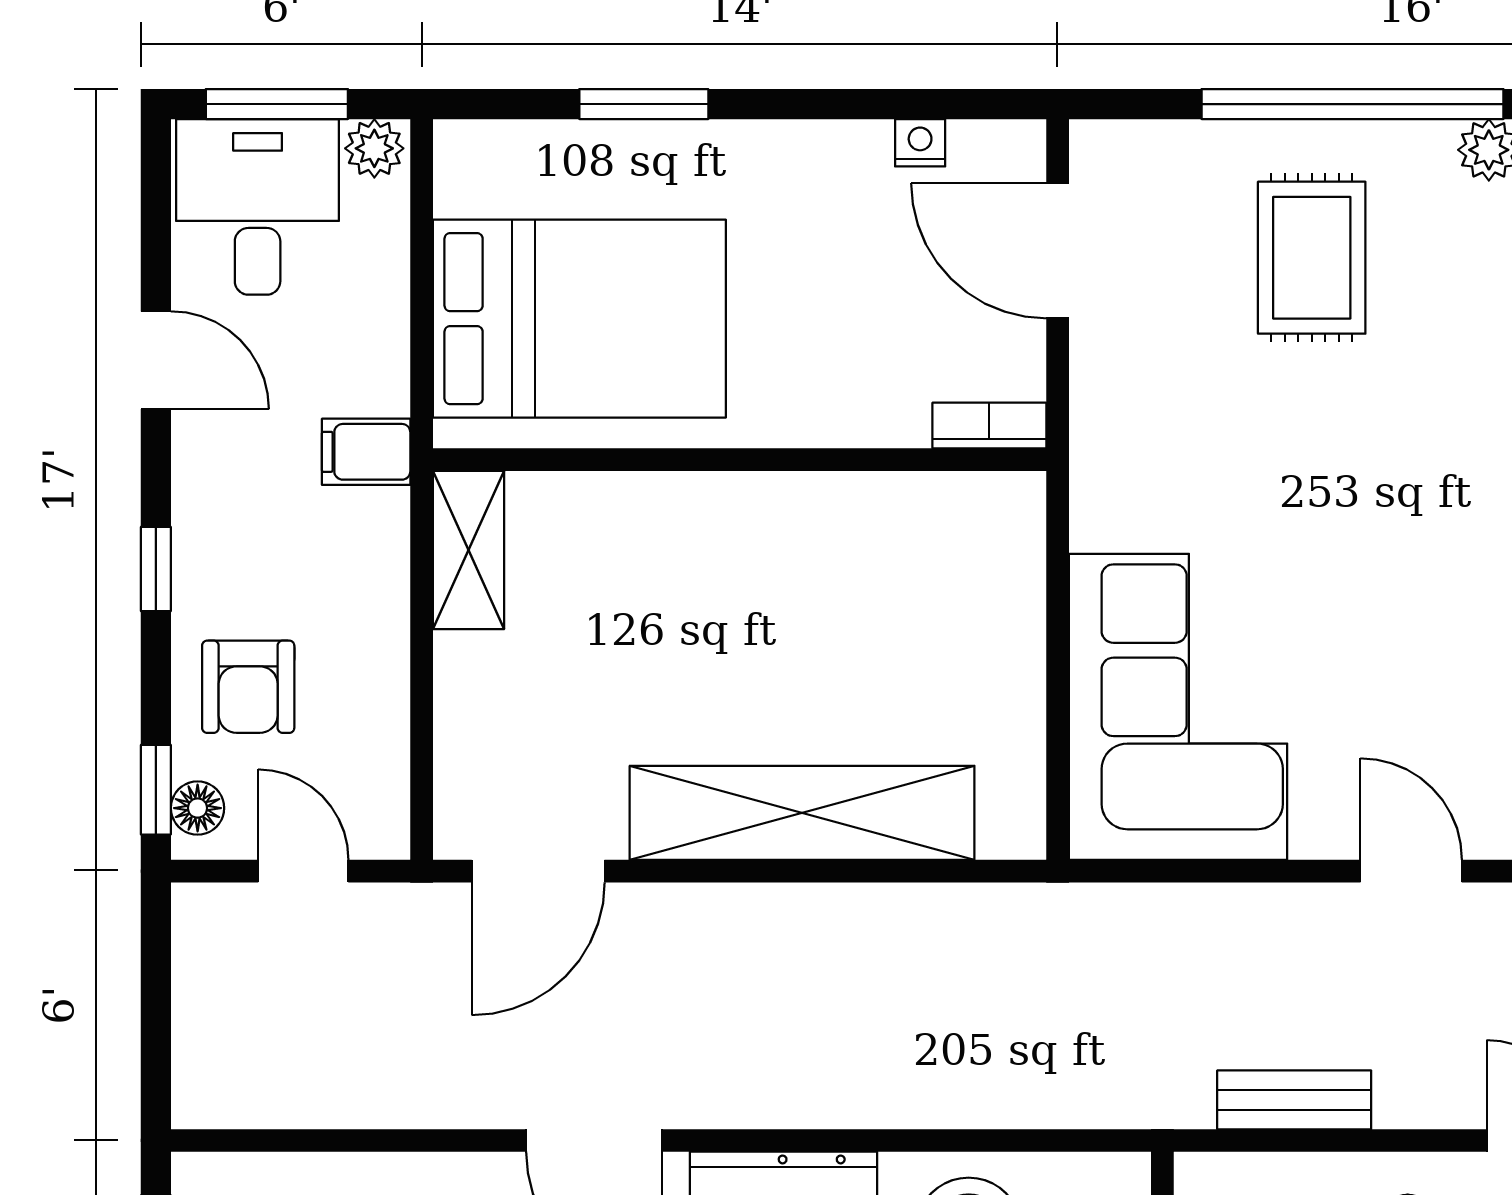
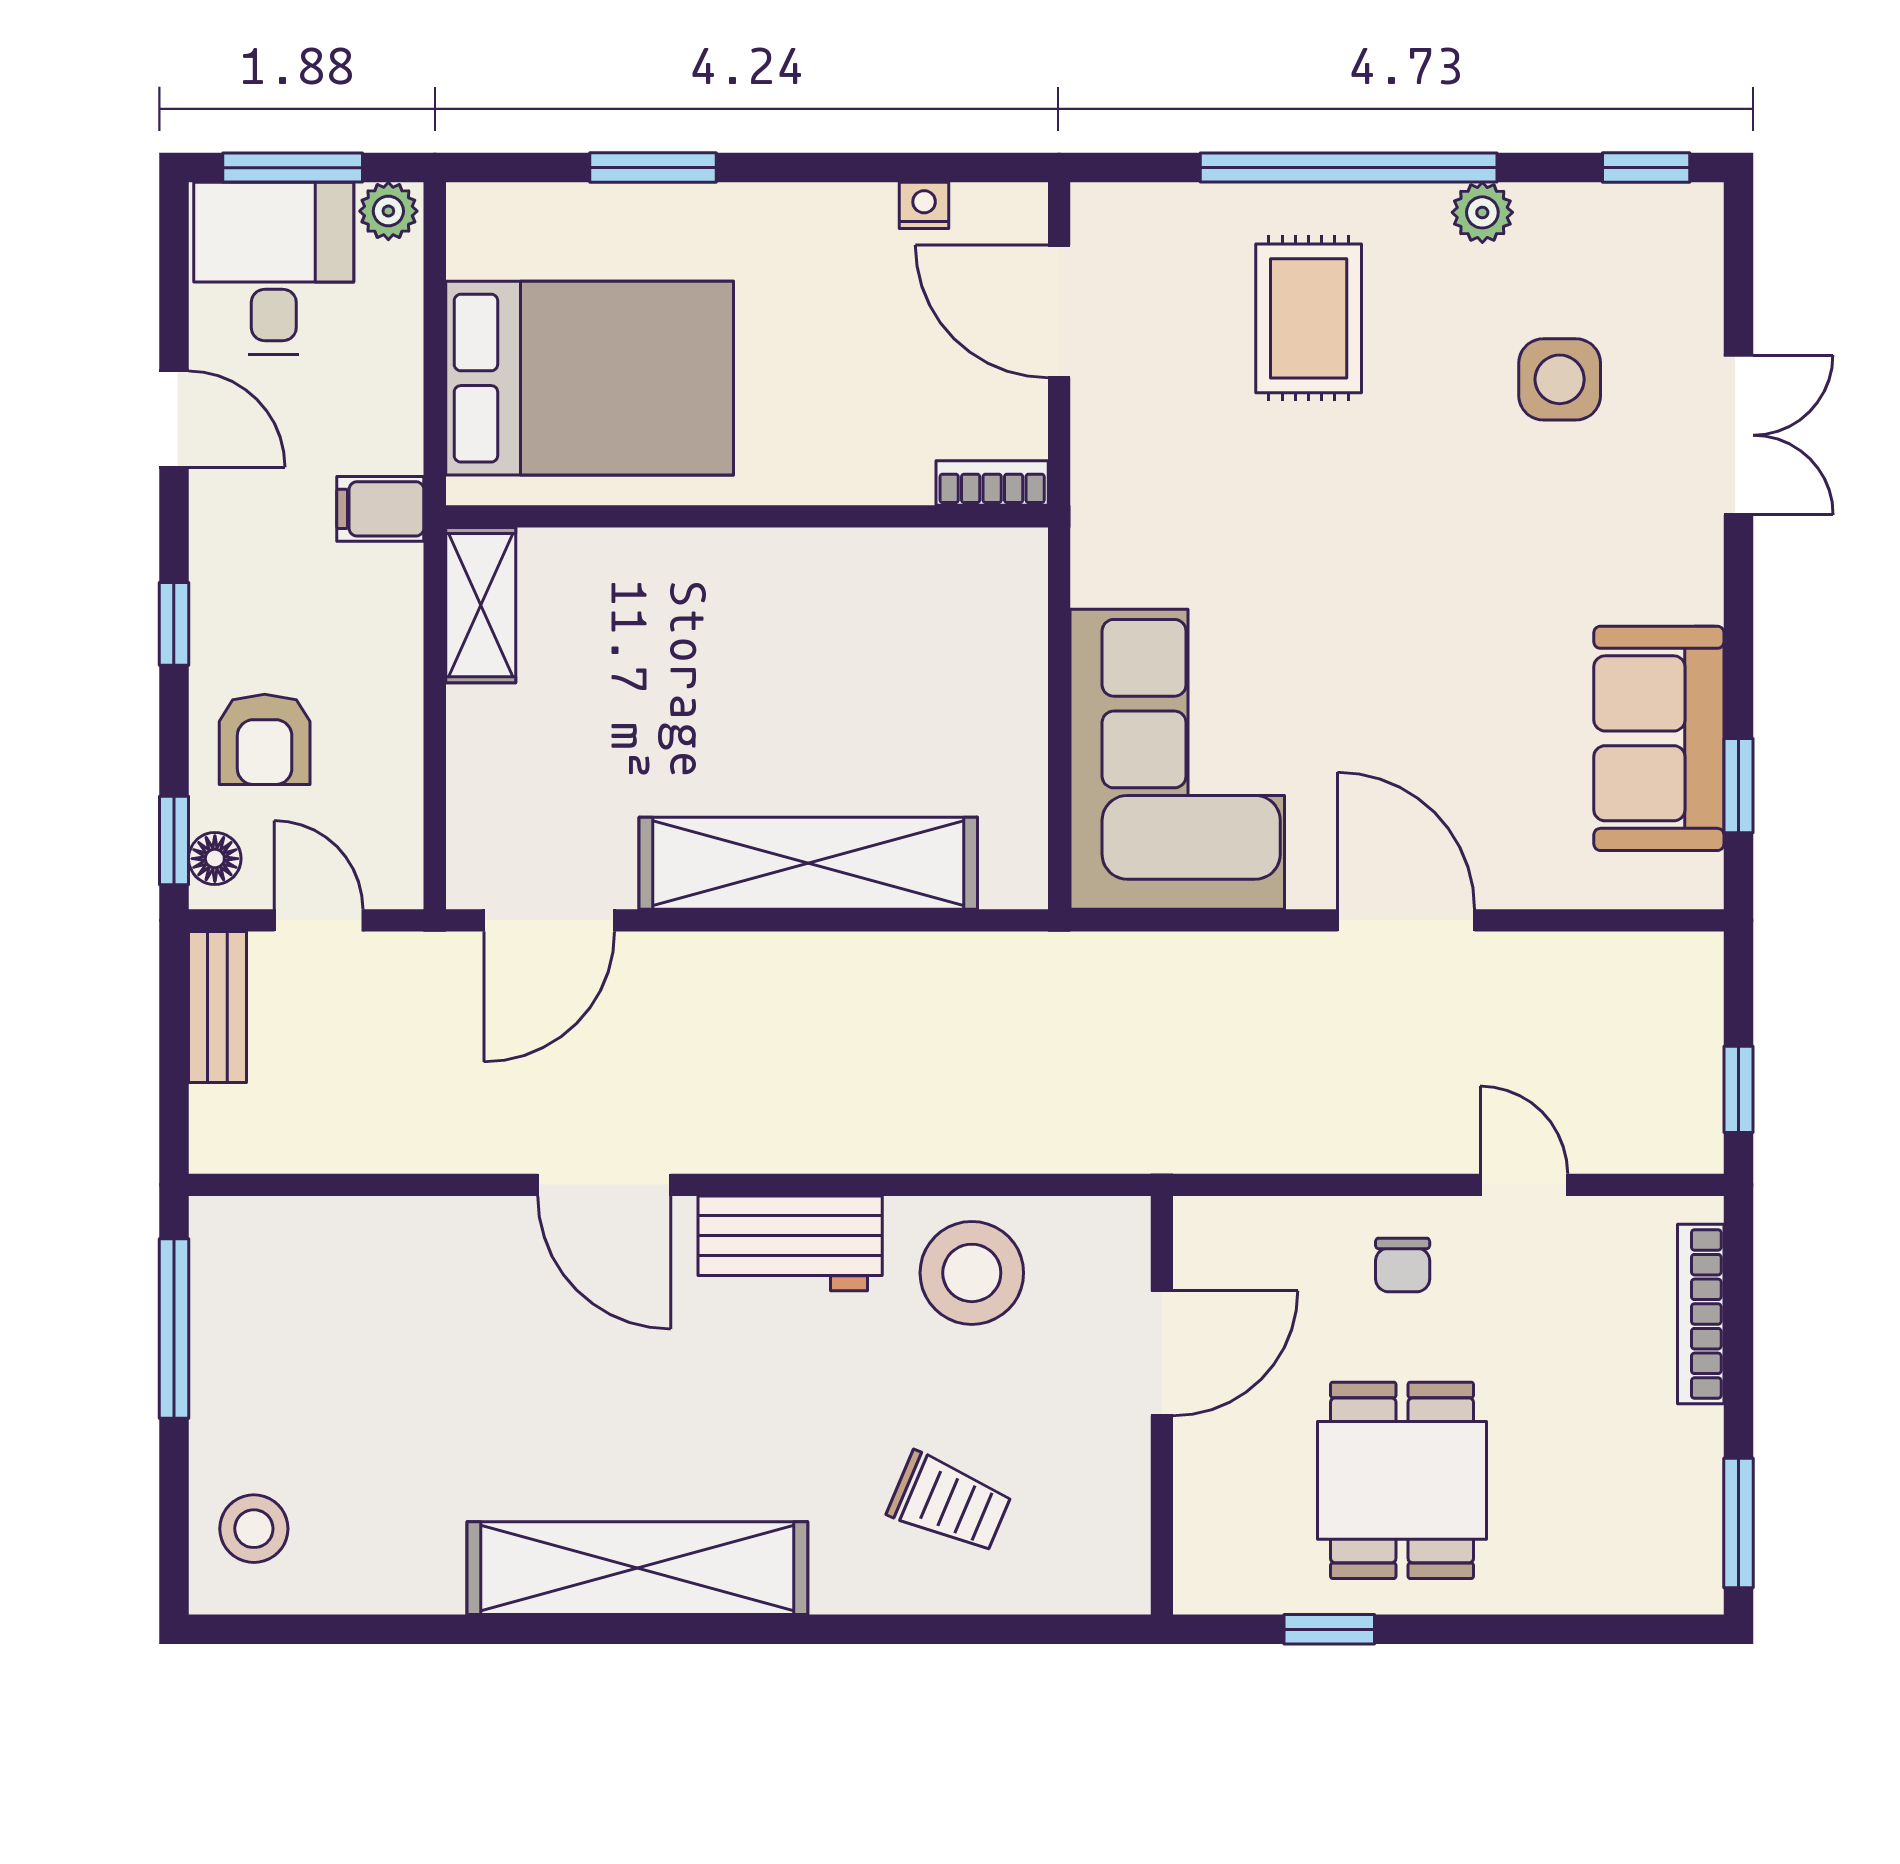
door: (1411, 871) -> (1406, 920), width x1.38
bench: (1294, 1100) -> (218, 1007), moved, turned 90

